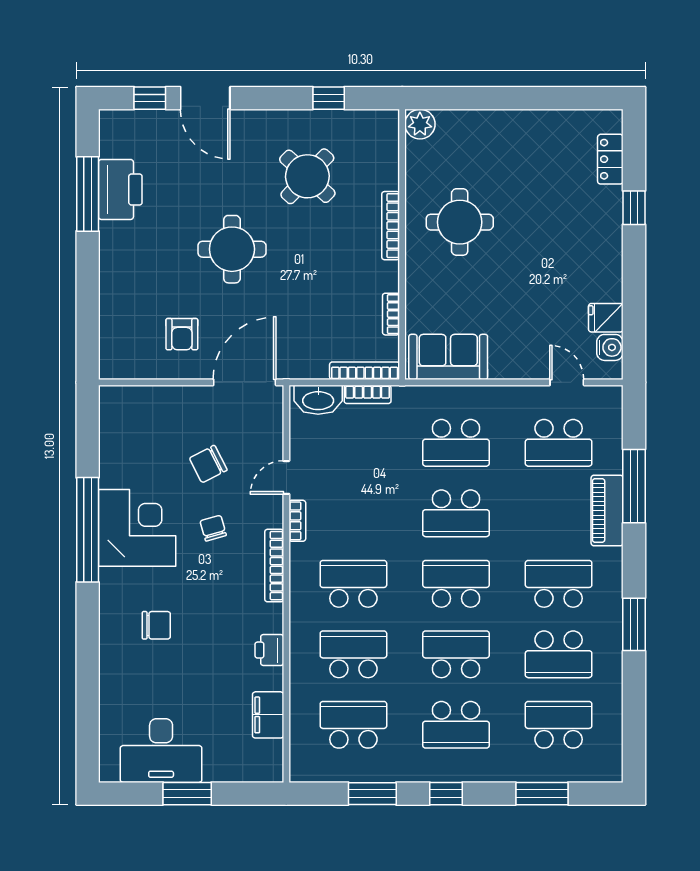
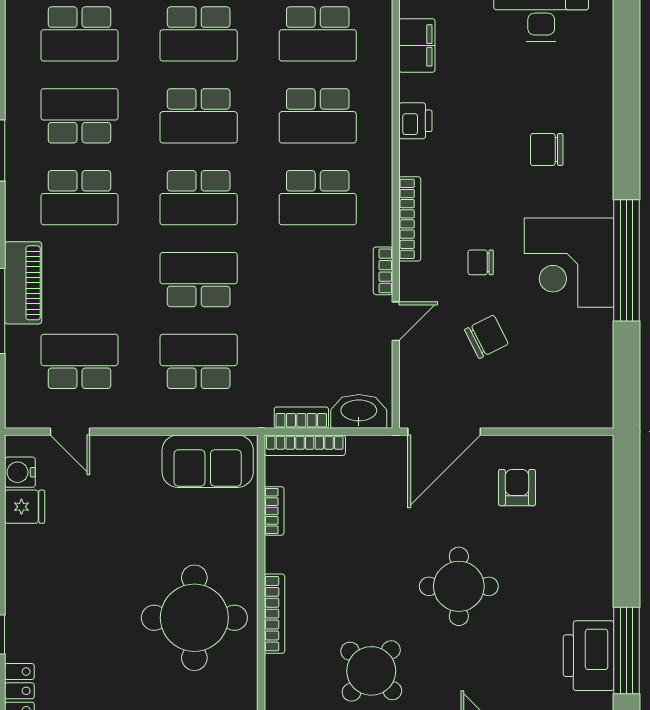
round table: (460, 222) -> (194, 618), width x1.36, depth x1.36
chair: (213, 528) -> (481, 262), turned 106
school desk: (456, 725) -> (199, 34), turned 180

